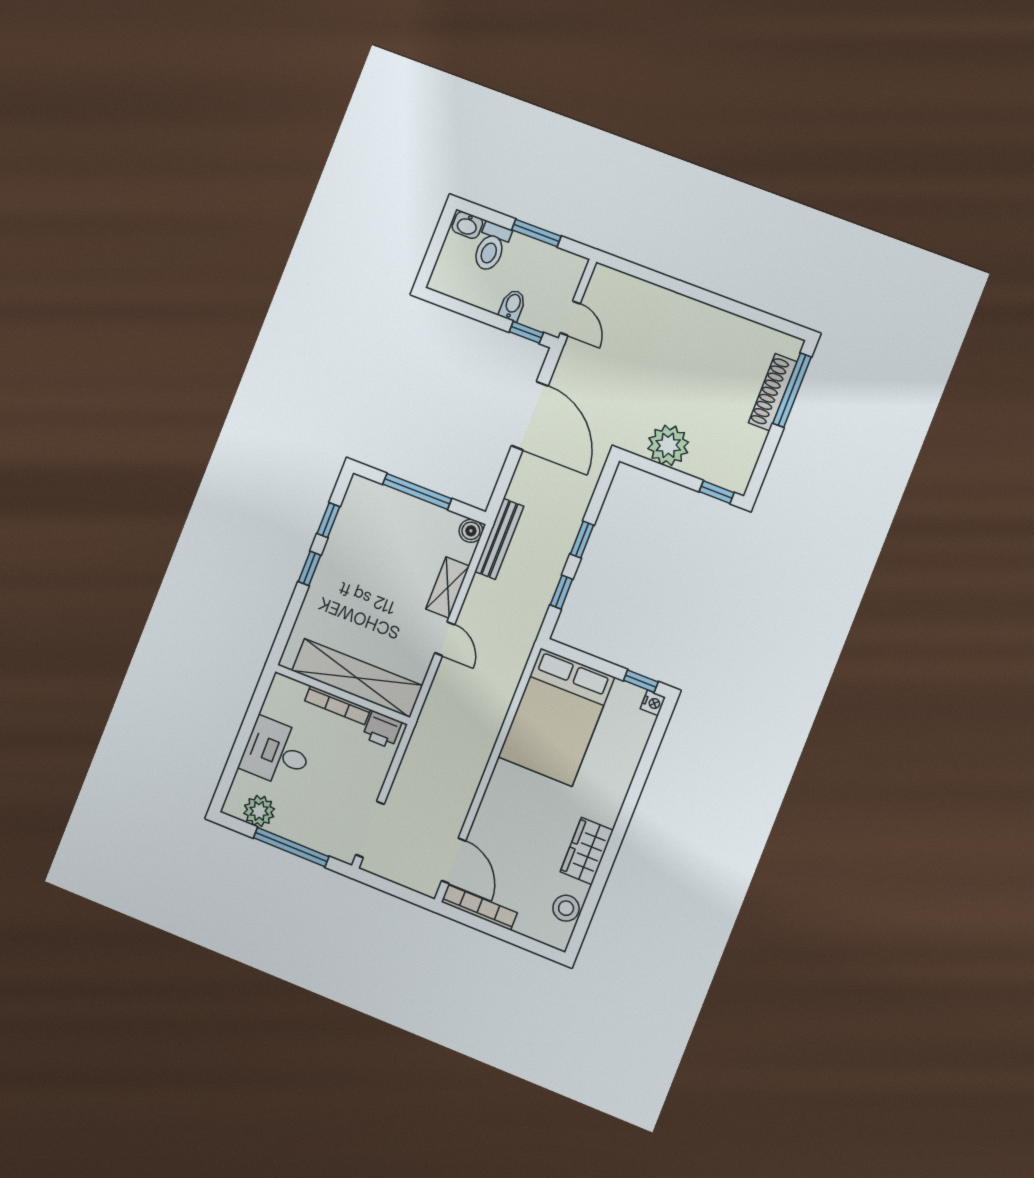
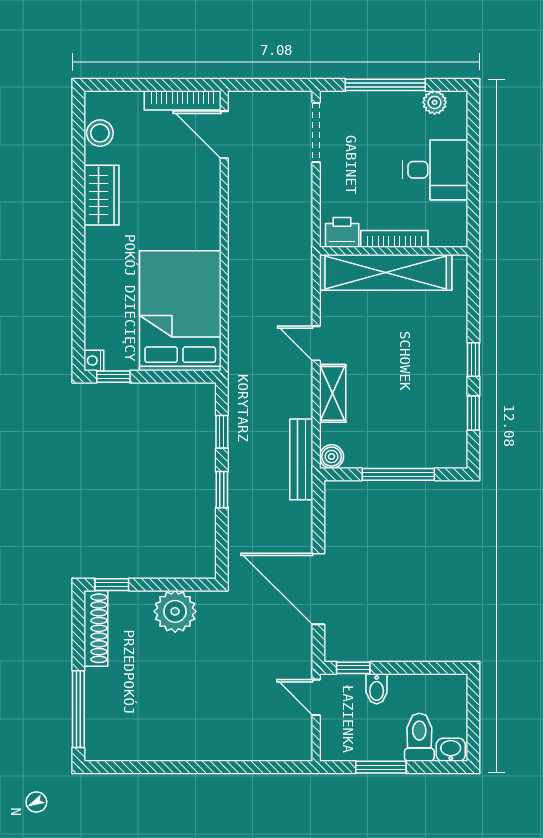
shoe rack: (773, 392) -> (96, 628), moved
plant: (259, 811) -> (435, 102), width x0.73, depth x0.73

